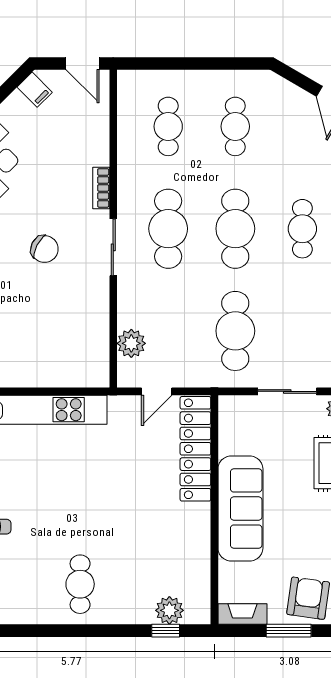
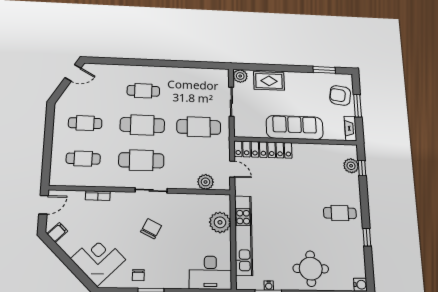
bookcase: (101, 188) -> (98, 196), moved
plant: (58, 369) -> (220, 222), added
window: (37, 631) -> (367, 237), added

